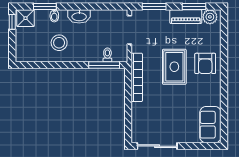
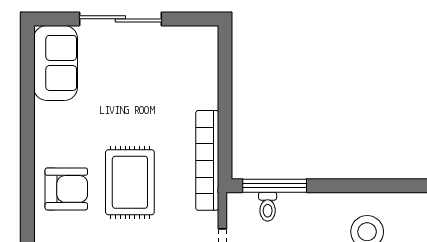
armchair: (205, 63) -> (66, 189), turned 90
sliding door: (157, 146) -> (120, 19), moved

